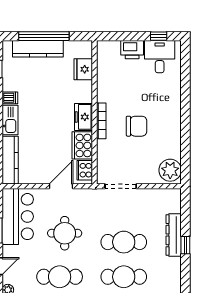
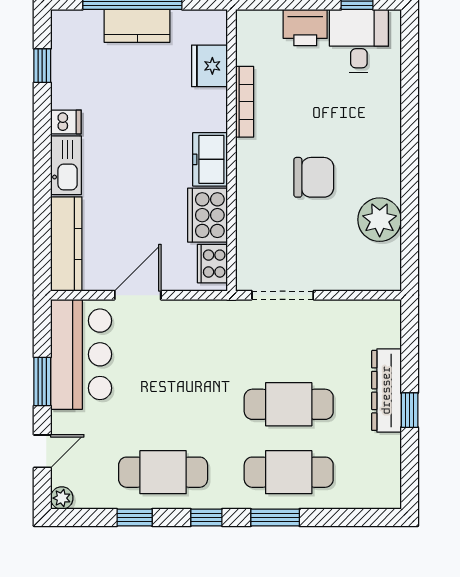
kitchen counter: (38, 49) -> (137, 26), width x0.67
bookcase: (101, 121) -> (245, 102), moved
plant: (170, 170) -> (380, 220), moved
door: (61, 186) -> (138, 295), moved
round table: (65, 233) -> (173, 387), removed

